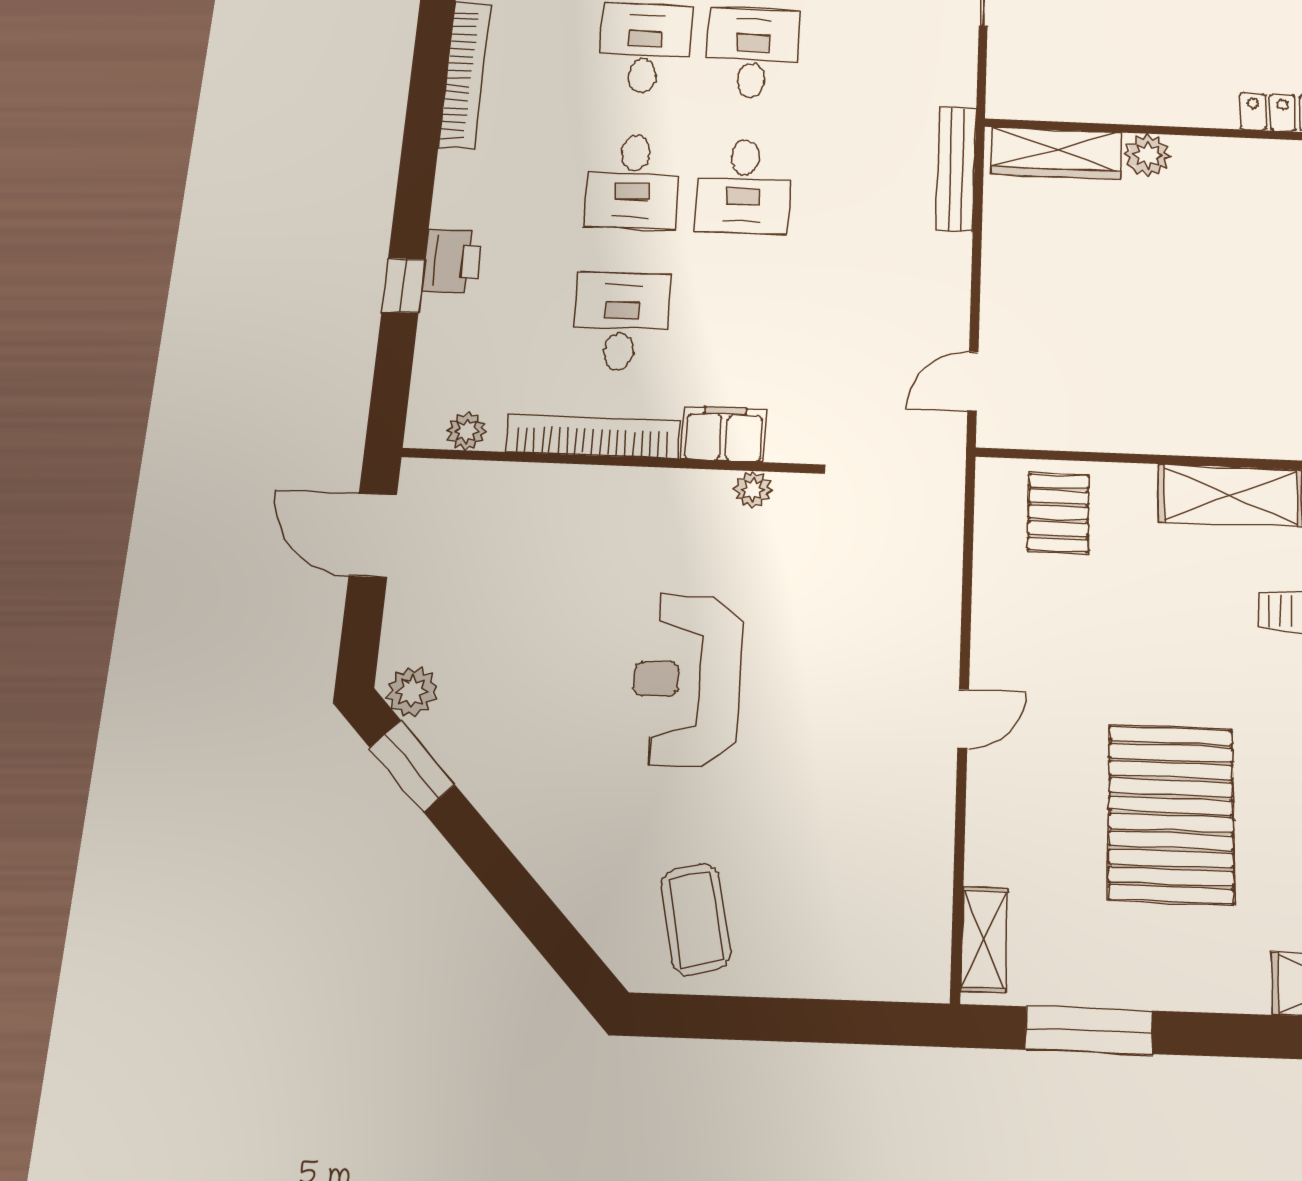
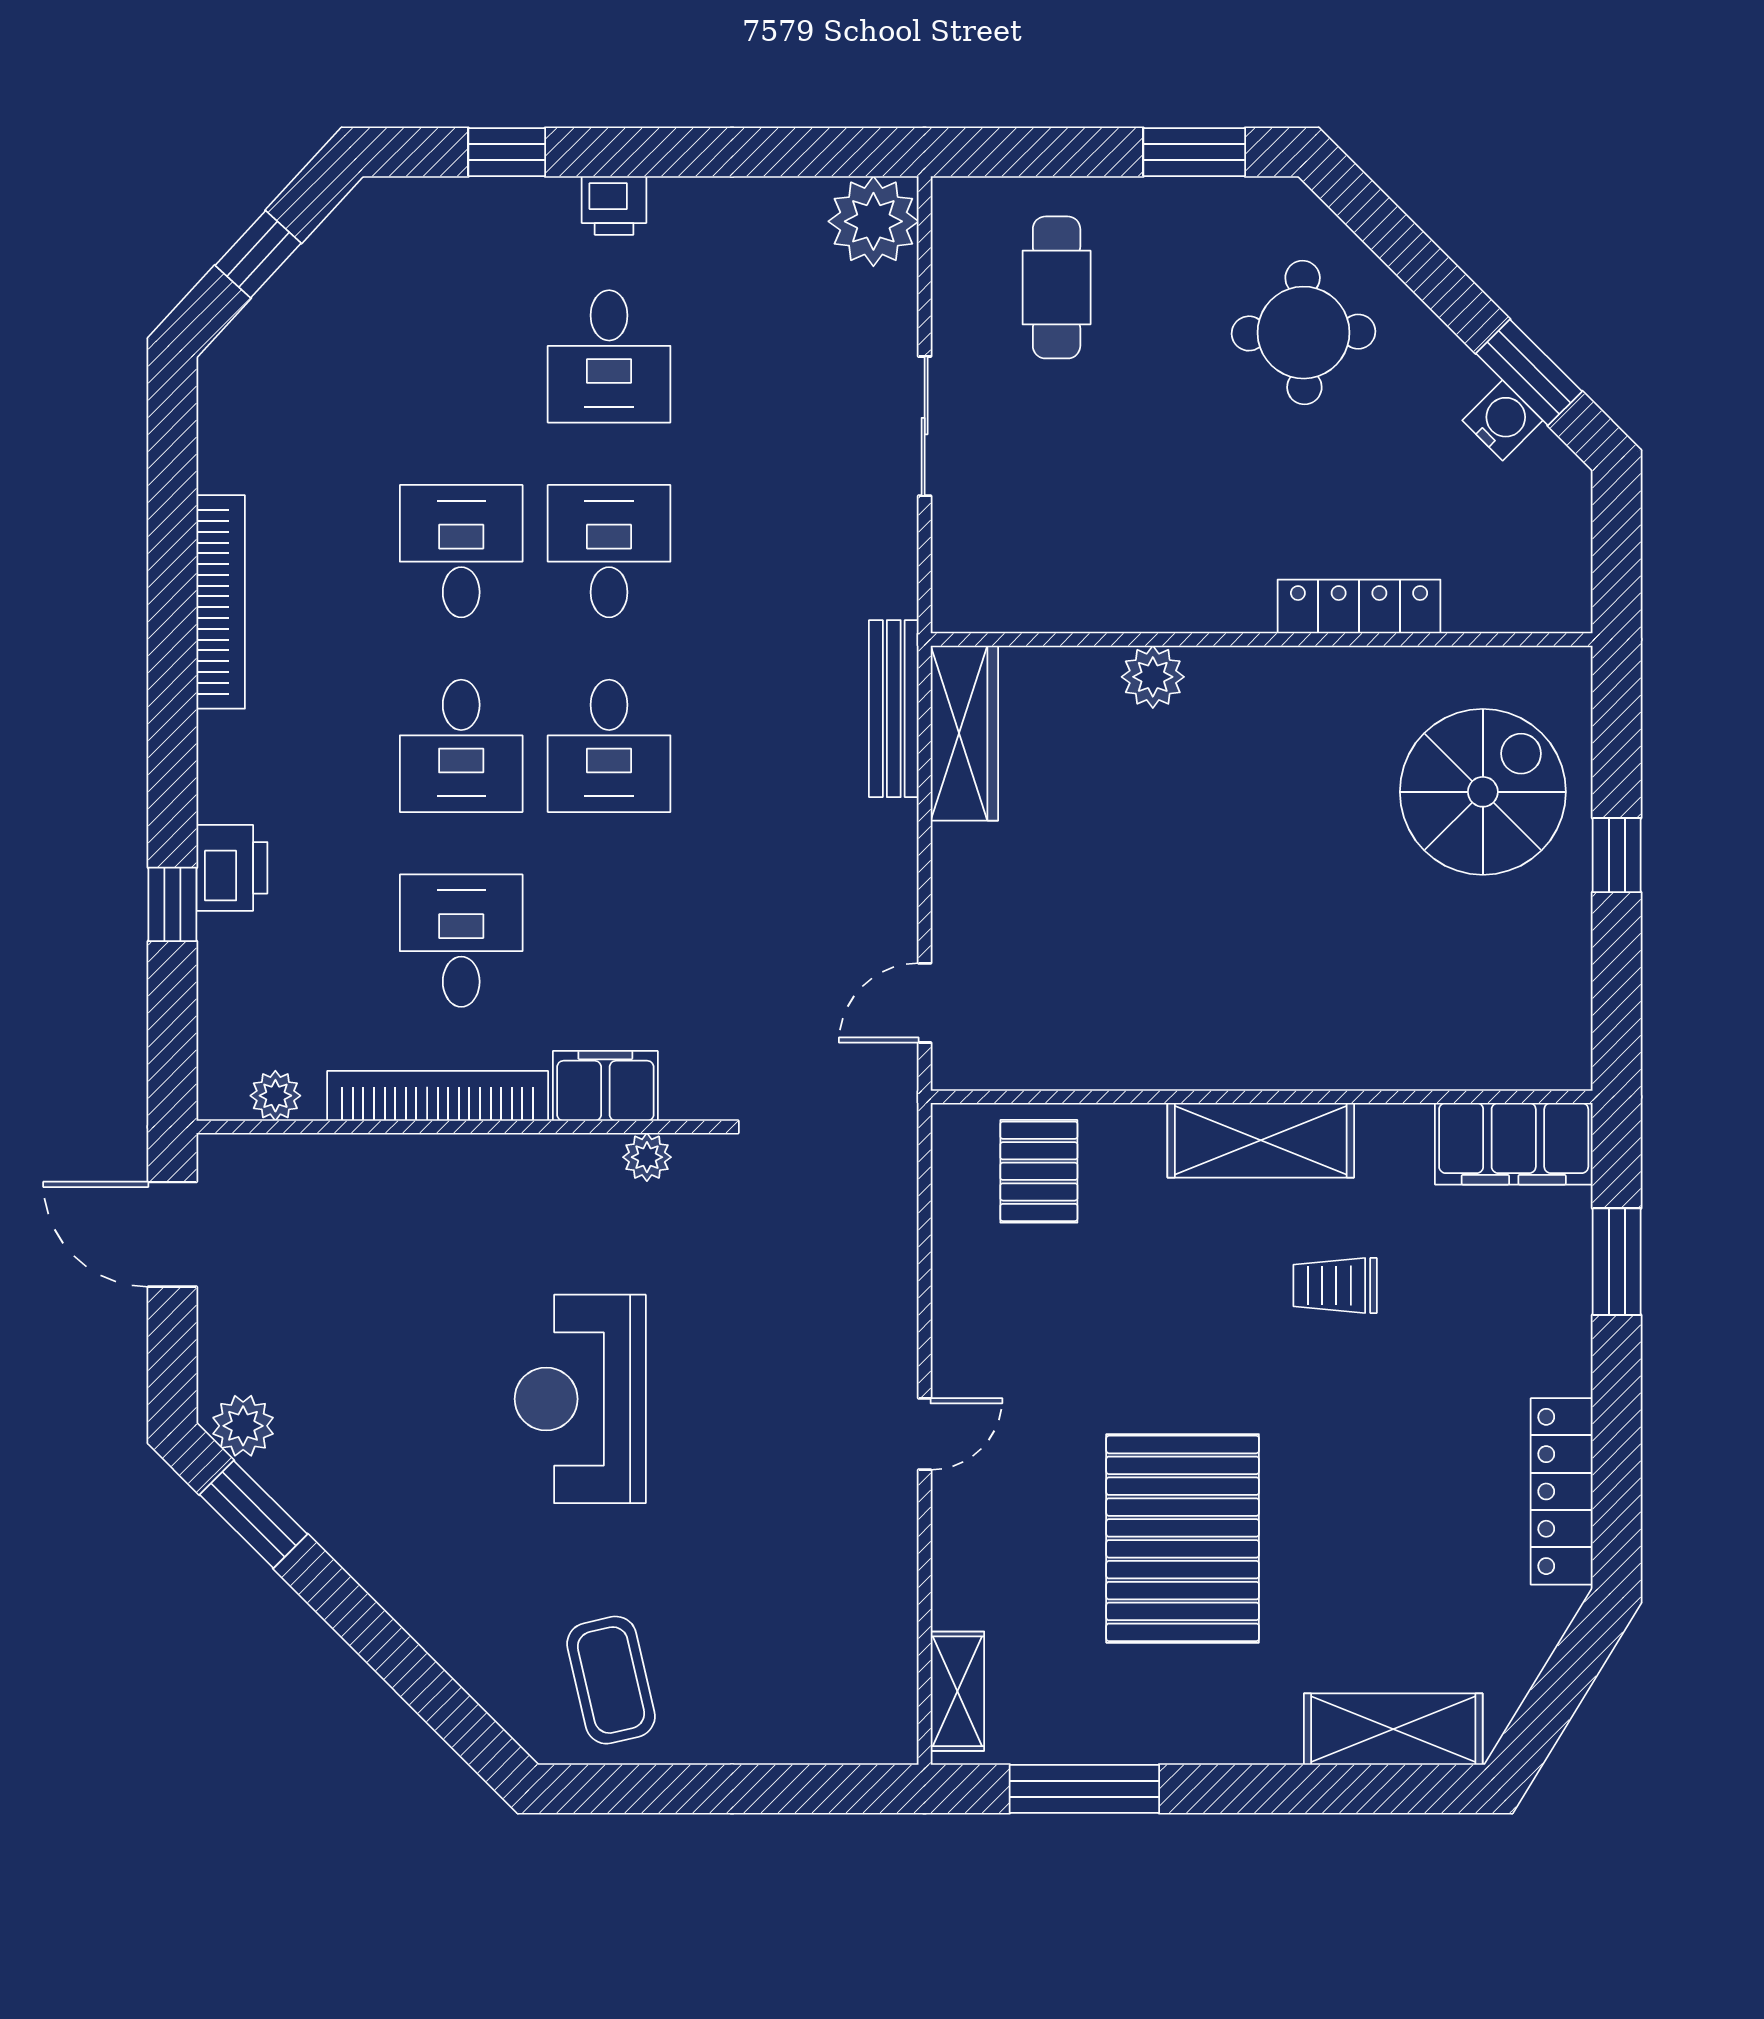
wardrobe: (1057, 153) -> (964, 733), moved, turned -90

